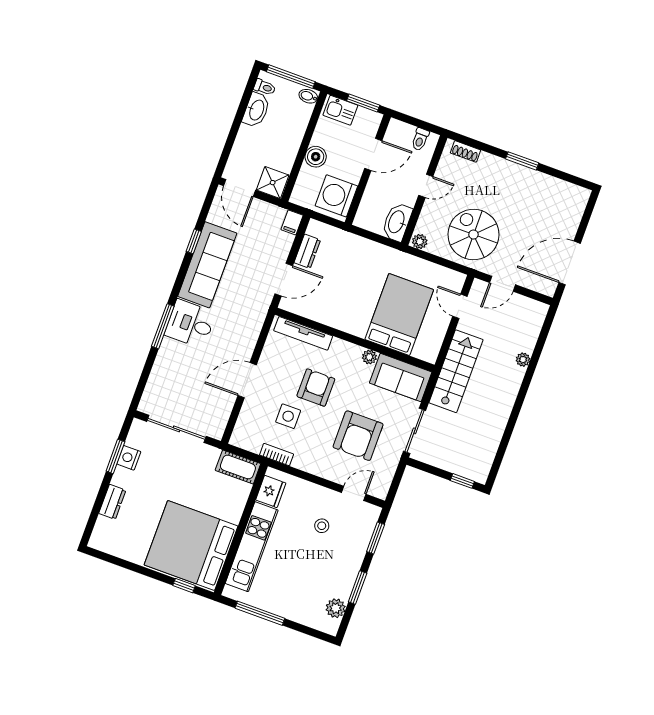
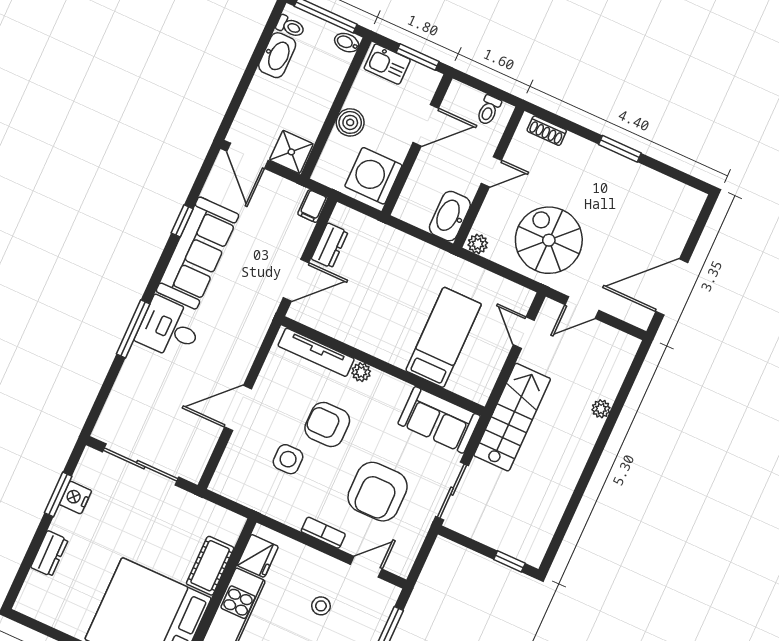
bed: (399, 315) -> (444, 337), width x0.67
plant: (369, 357) -> (361, 372), moved
armchair: (316, 388) -> (327, 424), turned -90
bookcase: (277, 455) -> (323, 533), moved
cot: (238, 467) -> (210, 566), moved, turned 90

